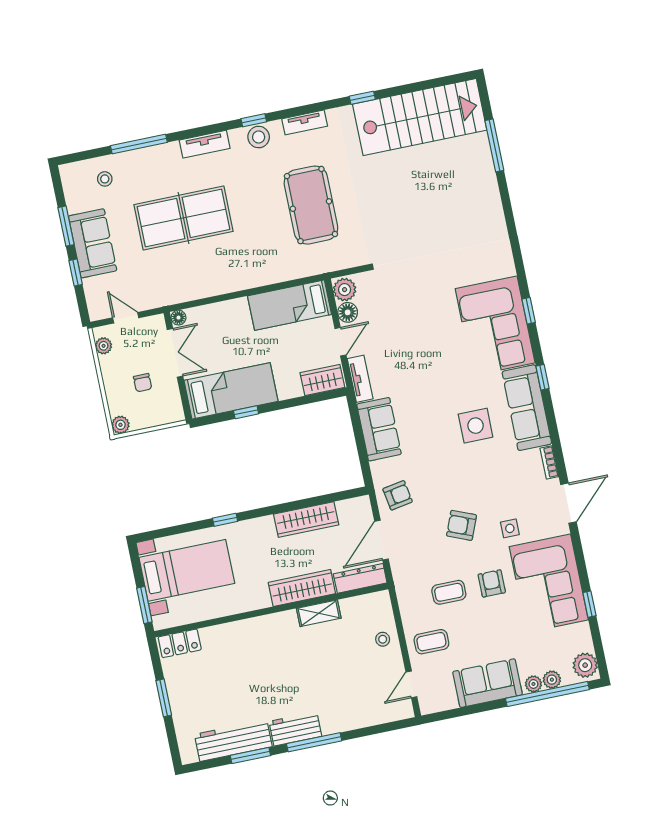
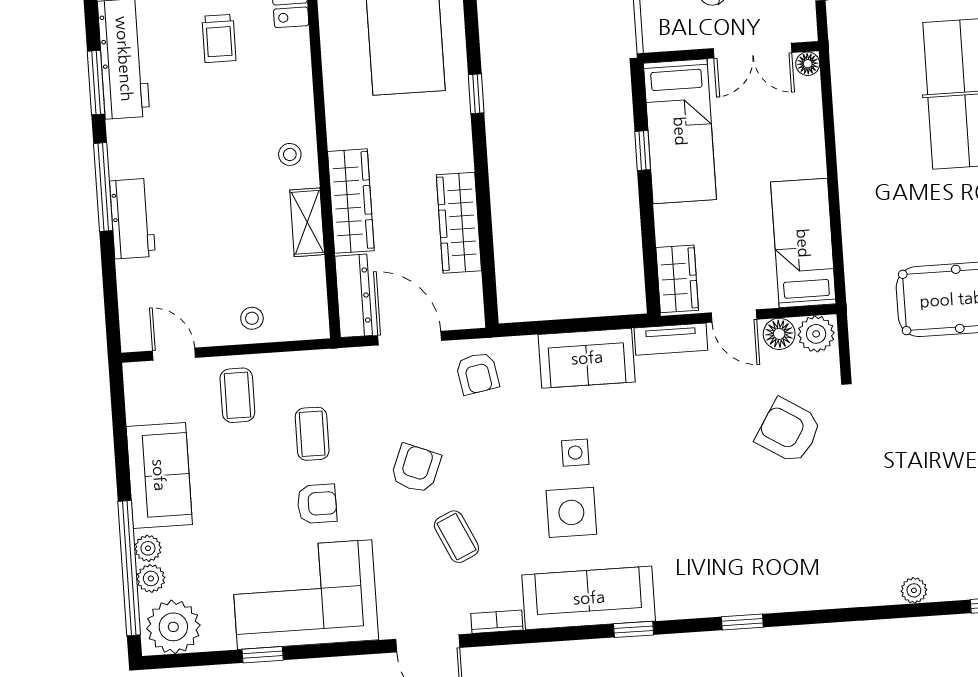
plant: (495, 207) -> (914, 590), added
armchair: (407, 298) -> (789, 431), added
corner sofa: (495, 326) -> (726, 565), removed
coffee table: (500, 494) -> (456, 537), added
side table: (510, 528) -> (575, 453), moved
stool: (278, 630) -> (290, 154), added
plant: (585, 665) -> (173, 627), width x1.36, depth x1.36
trolley: (213, 683) -> (219, 38), added
workbench: (295, 729) -> (132, 219), moved

